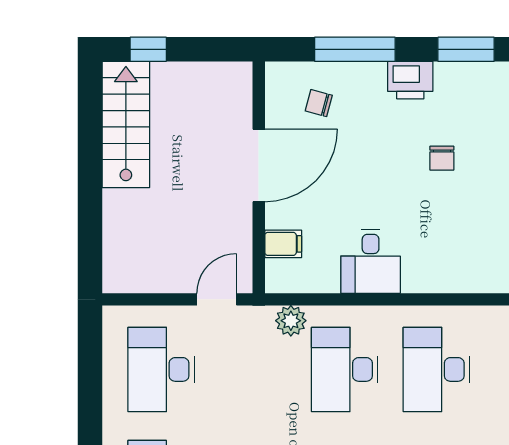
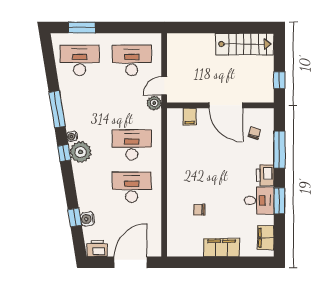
window: (148, 49) -> (279, 80), moved
chair: (442, 158) -> (199, 210), moved
desk: (371, 261) -> (259, 200), moved, turned 180
door: (217, 299) -> (164, 86), swing flipped
plant: (291, 321) -> (154, 103), moved

